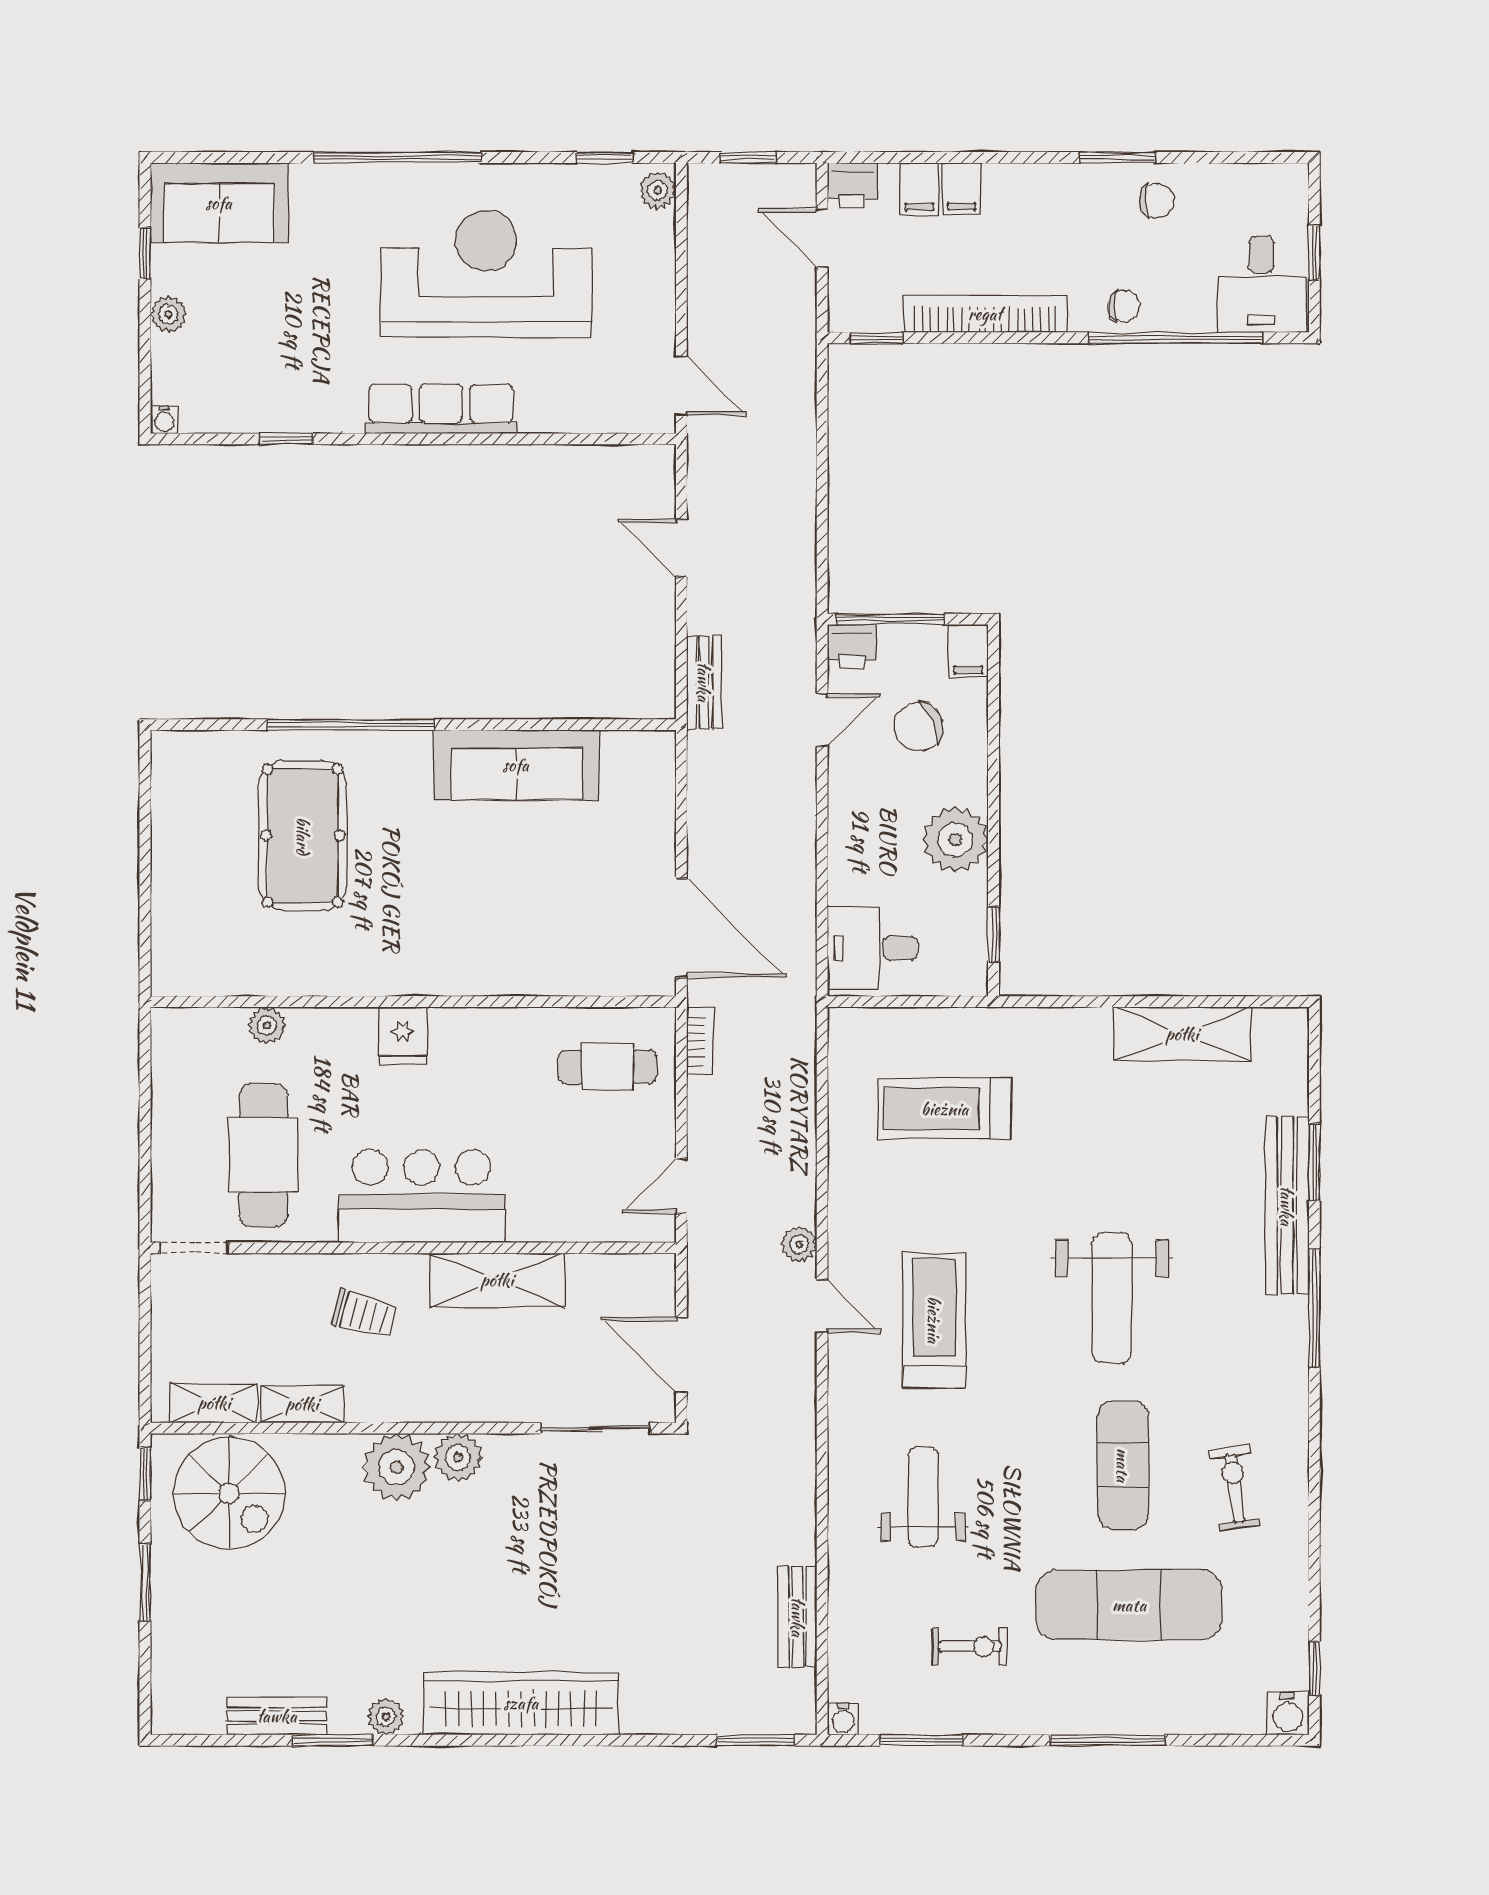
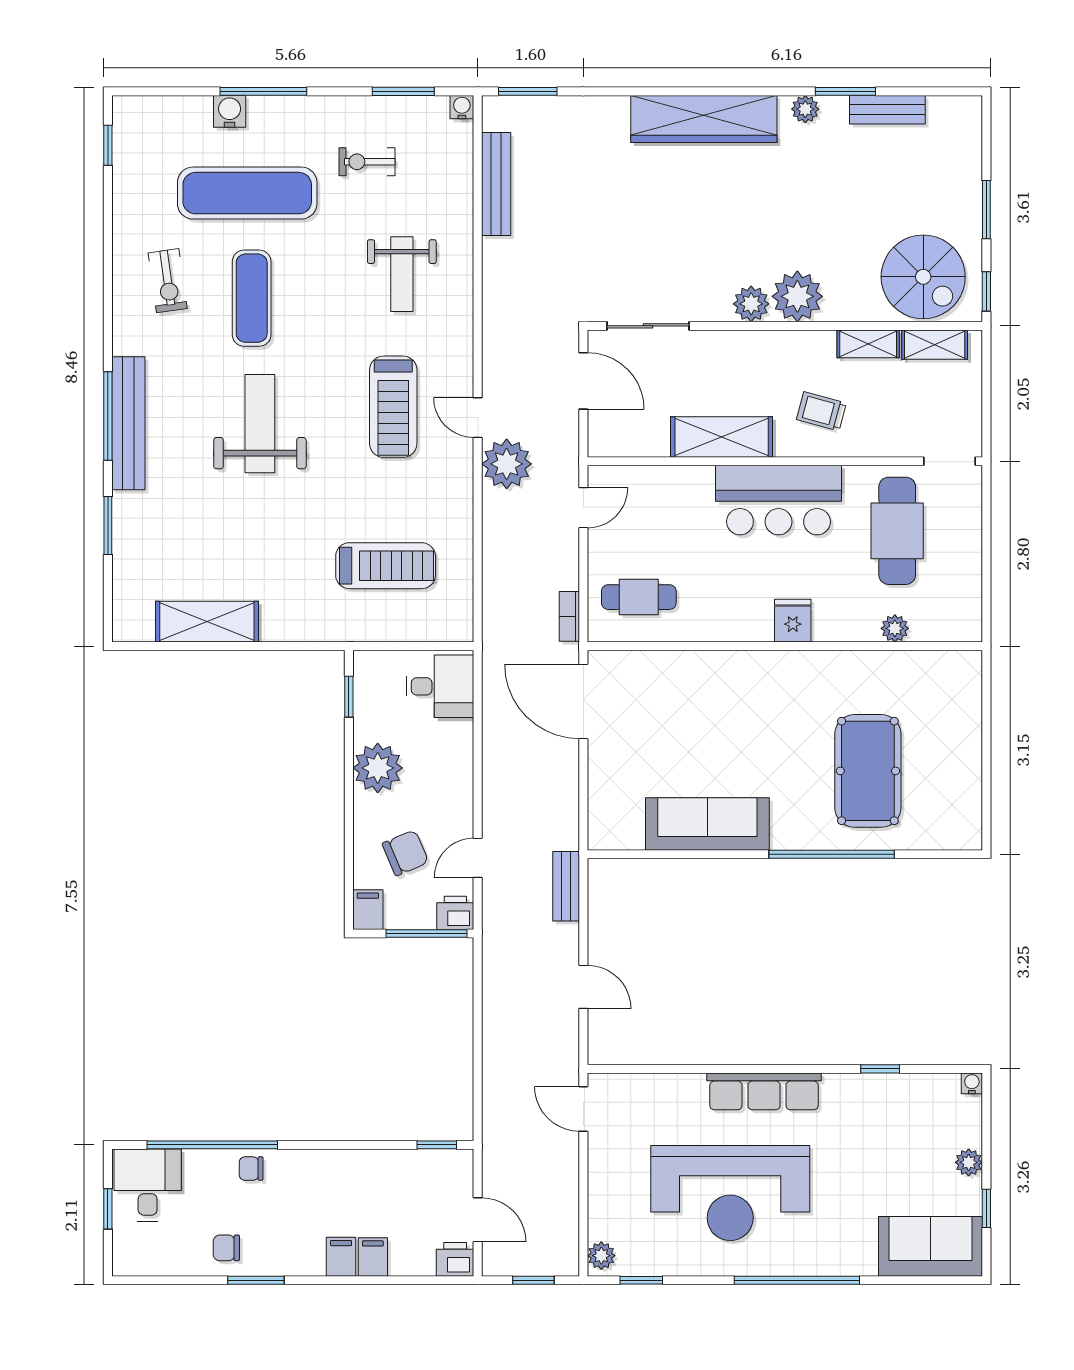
filing cabinet: (919, 189) -> (341, 1257), moved
bookcase: (985, 314) -> (355, 1163), removed
bench: (1287, 1206) -> (128, 423), moved
plant: (799, 1244) -> (507, 464), width x1.88, depth x1.88
spiral stairs: (229, 1493) -> (923, 277), turned 180
bench: (798, 1617) -> (496, 184), width x1.36
water cooler: (1288, 1714) -> (230, 111), moved

